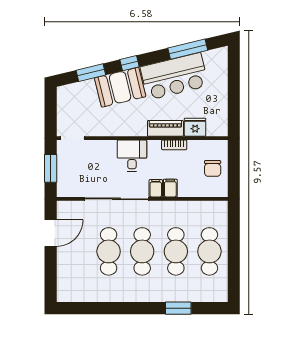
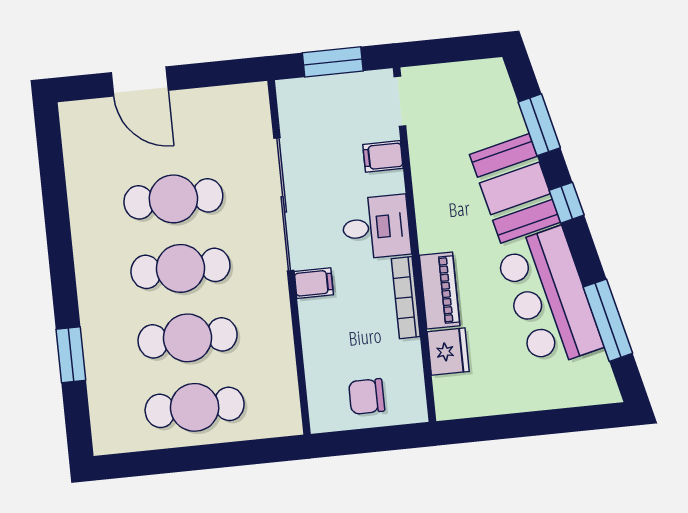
bookcase: (174, 145) -> (406, 298), width x1.56
filing cabinet: (170, 188) -> (383, 156), moved, turned 180
door: (51, 233) -> (140, 82), moved

